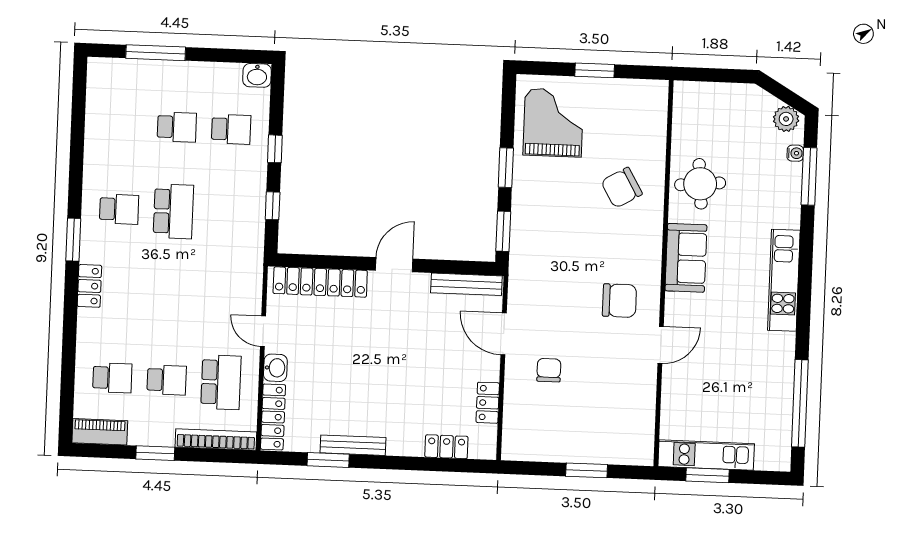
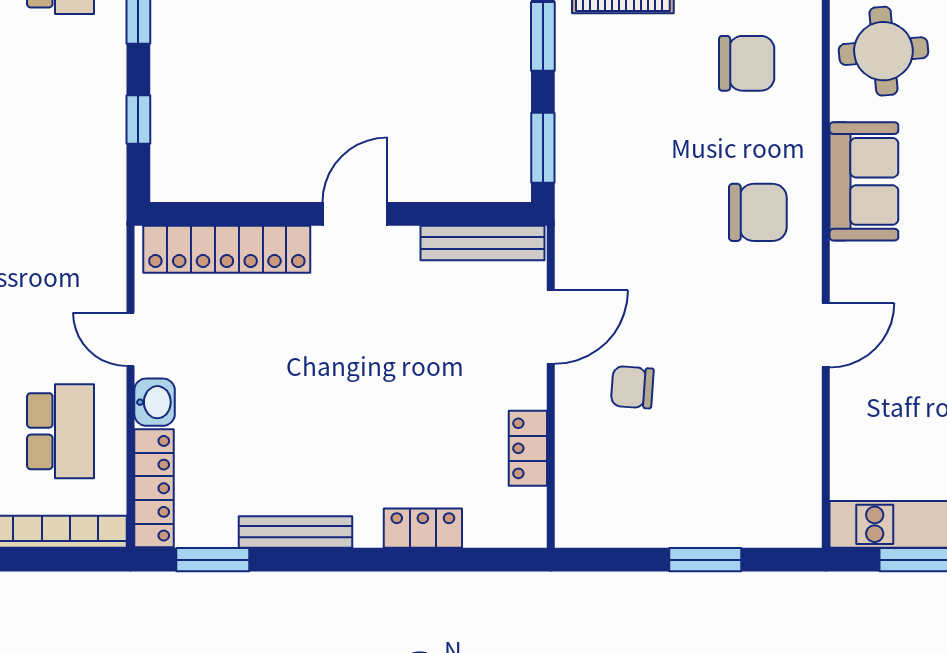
chair: (622, 188) -> (747, 63), turned -150
chair: (619, 301) -> (758, 212), moved
door: (504, 334) -> (551, 327), swing flipped
chair: (549, 370) -> (632, 387), turned -86
locker: (446, 447) -> (423, 528), moved
window: (328, 460) -> (213, 560), moved

